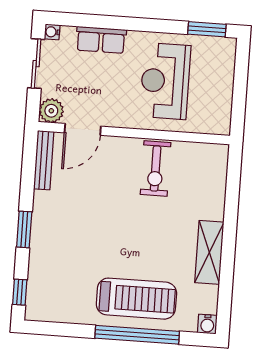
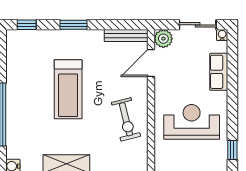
window: (207, 29) -> (232, 150), width x0.67
door: (83, 129) -> (151, 63), hinge flipped
exercise bike: (156, 168) -> (126, 119), turned -104
treadmill: (136, 299) -> (68, 89), moved

